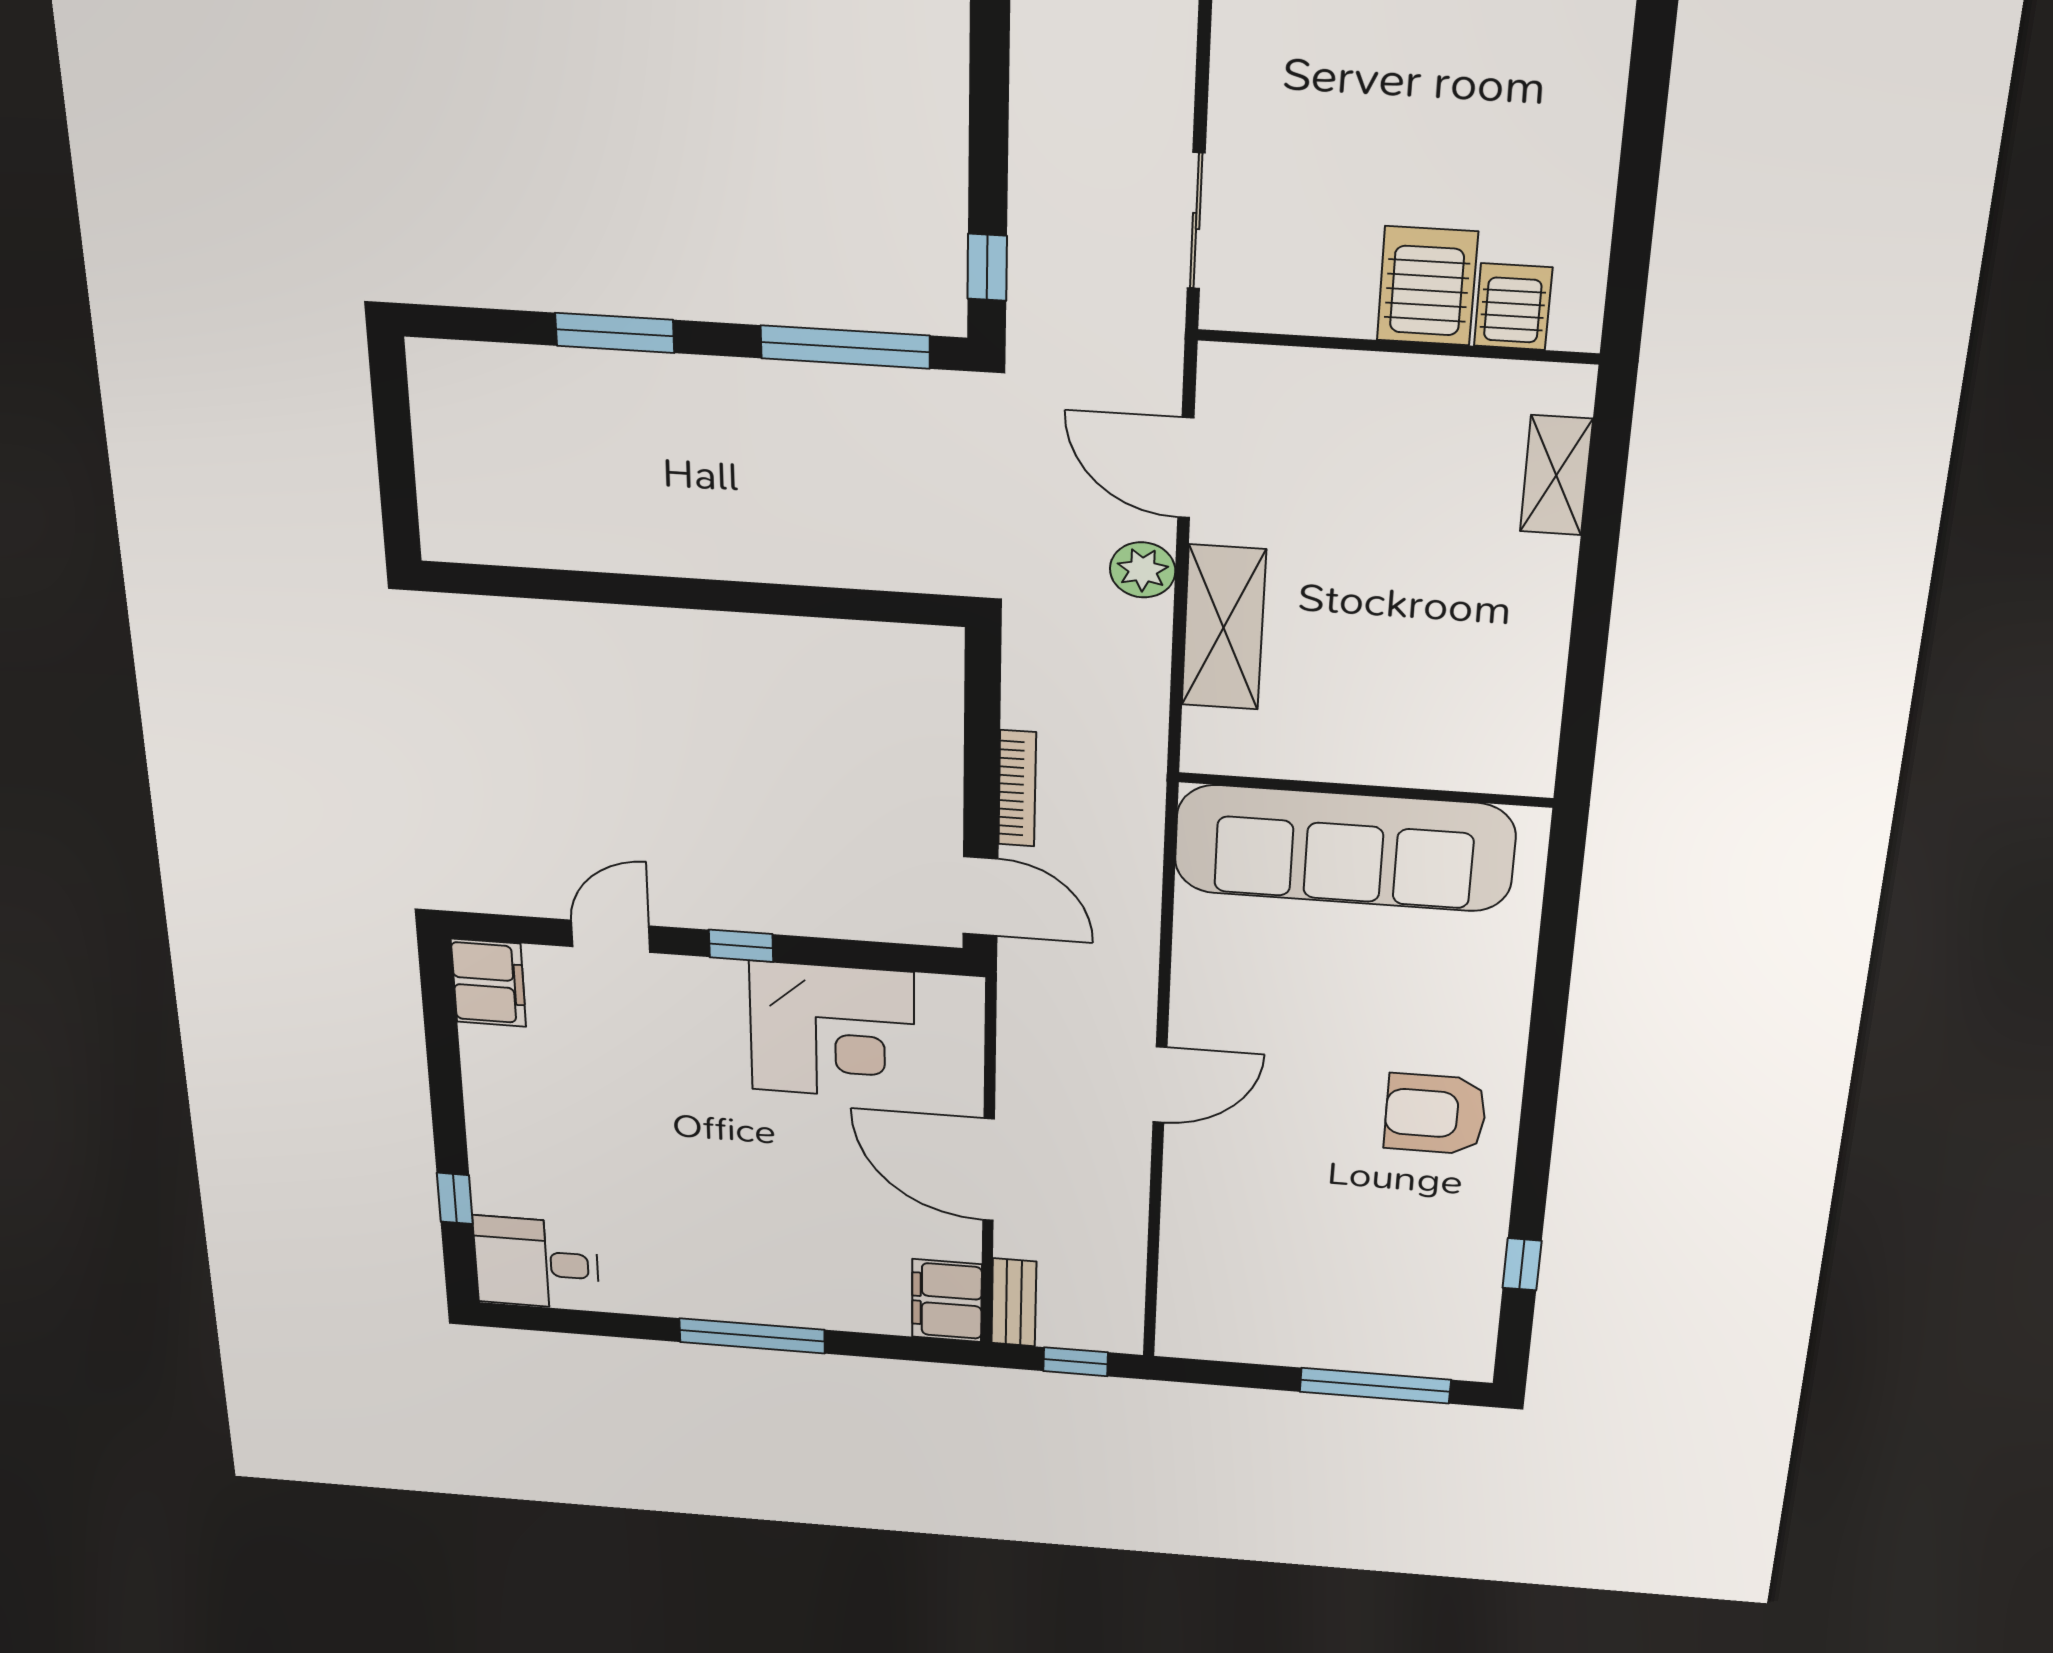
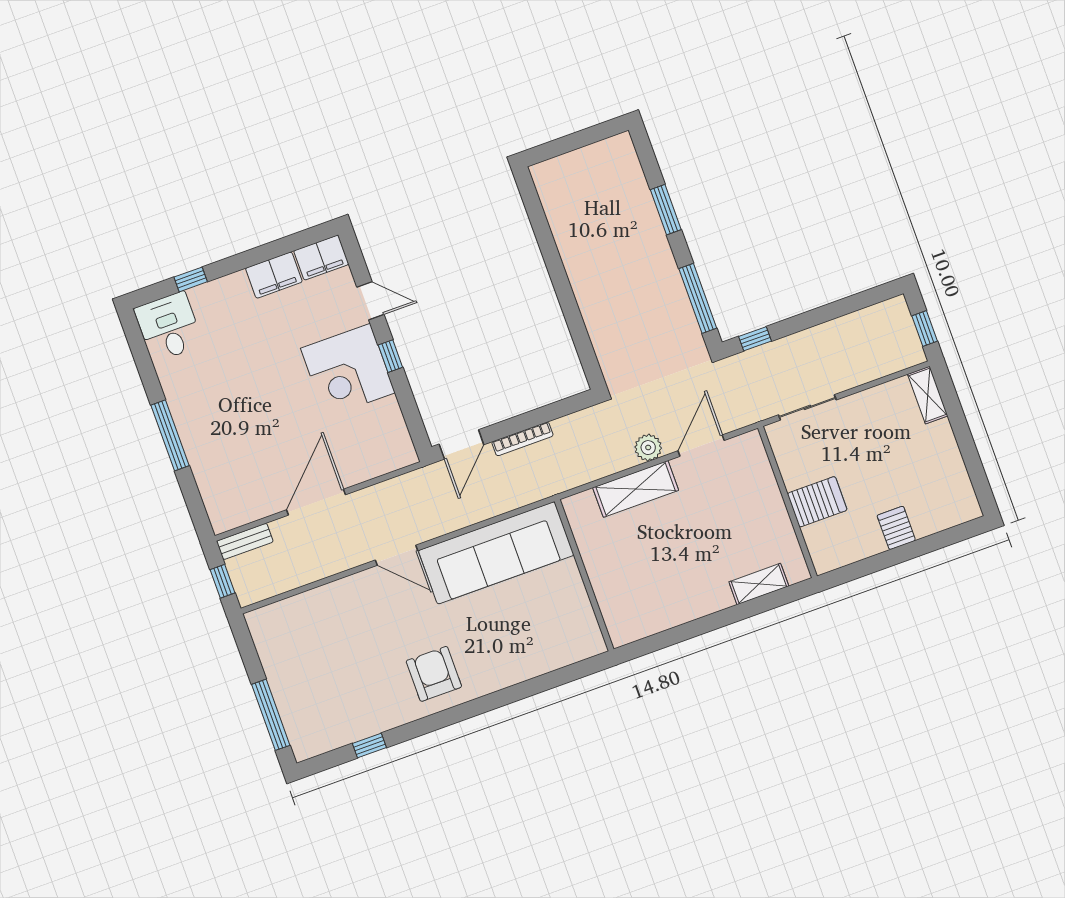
server rack: (1513, 307) -> (896, 528), moved, turned -90
sofa: (1344, 848) -> (496, 553), moved, turned -90
corner desk: (832, 1031) -> (348, 371), moved
filing cabinet: (947, 1301) -> (274, 275), moved, turned 180

